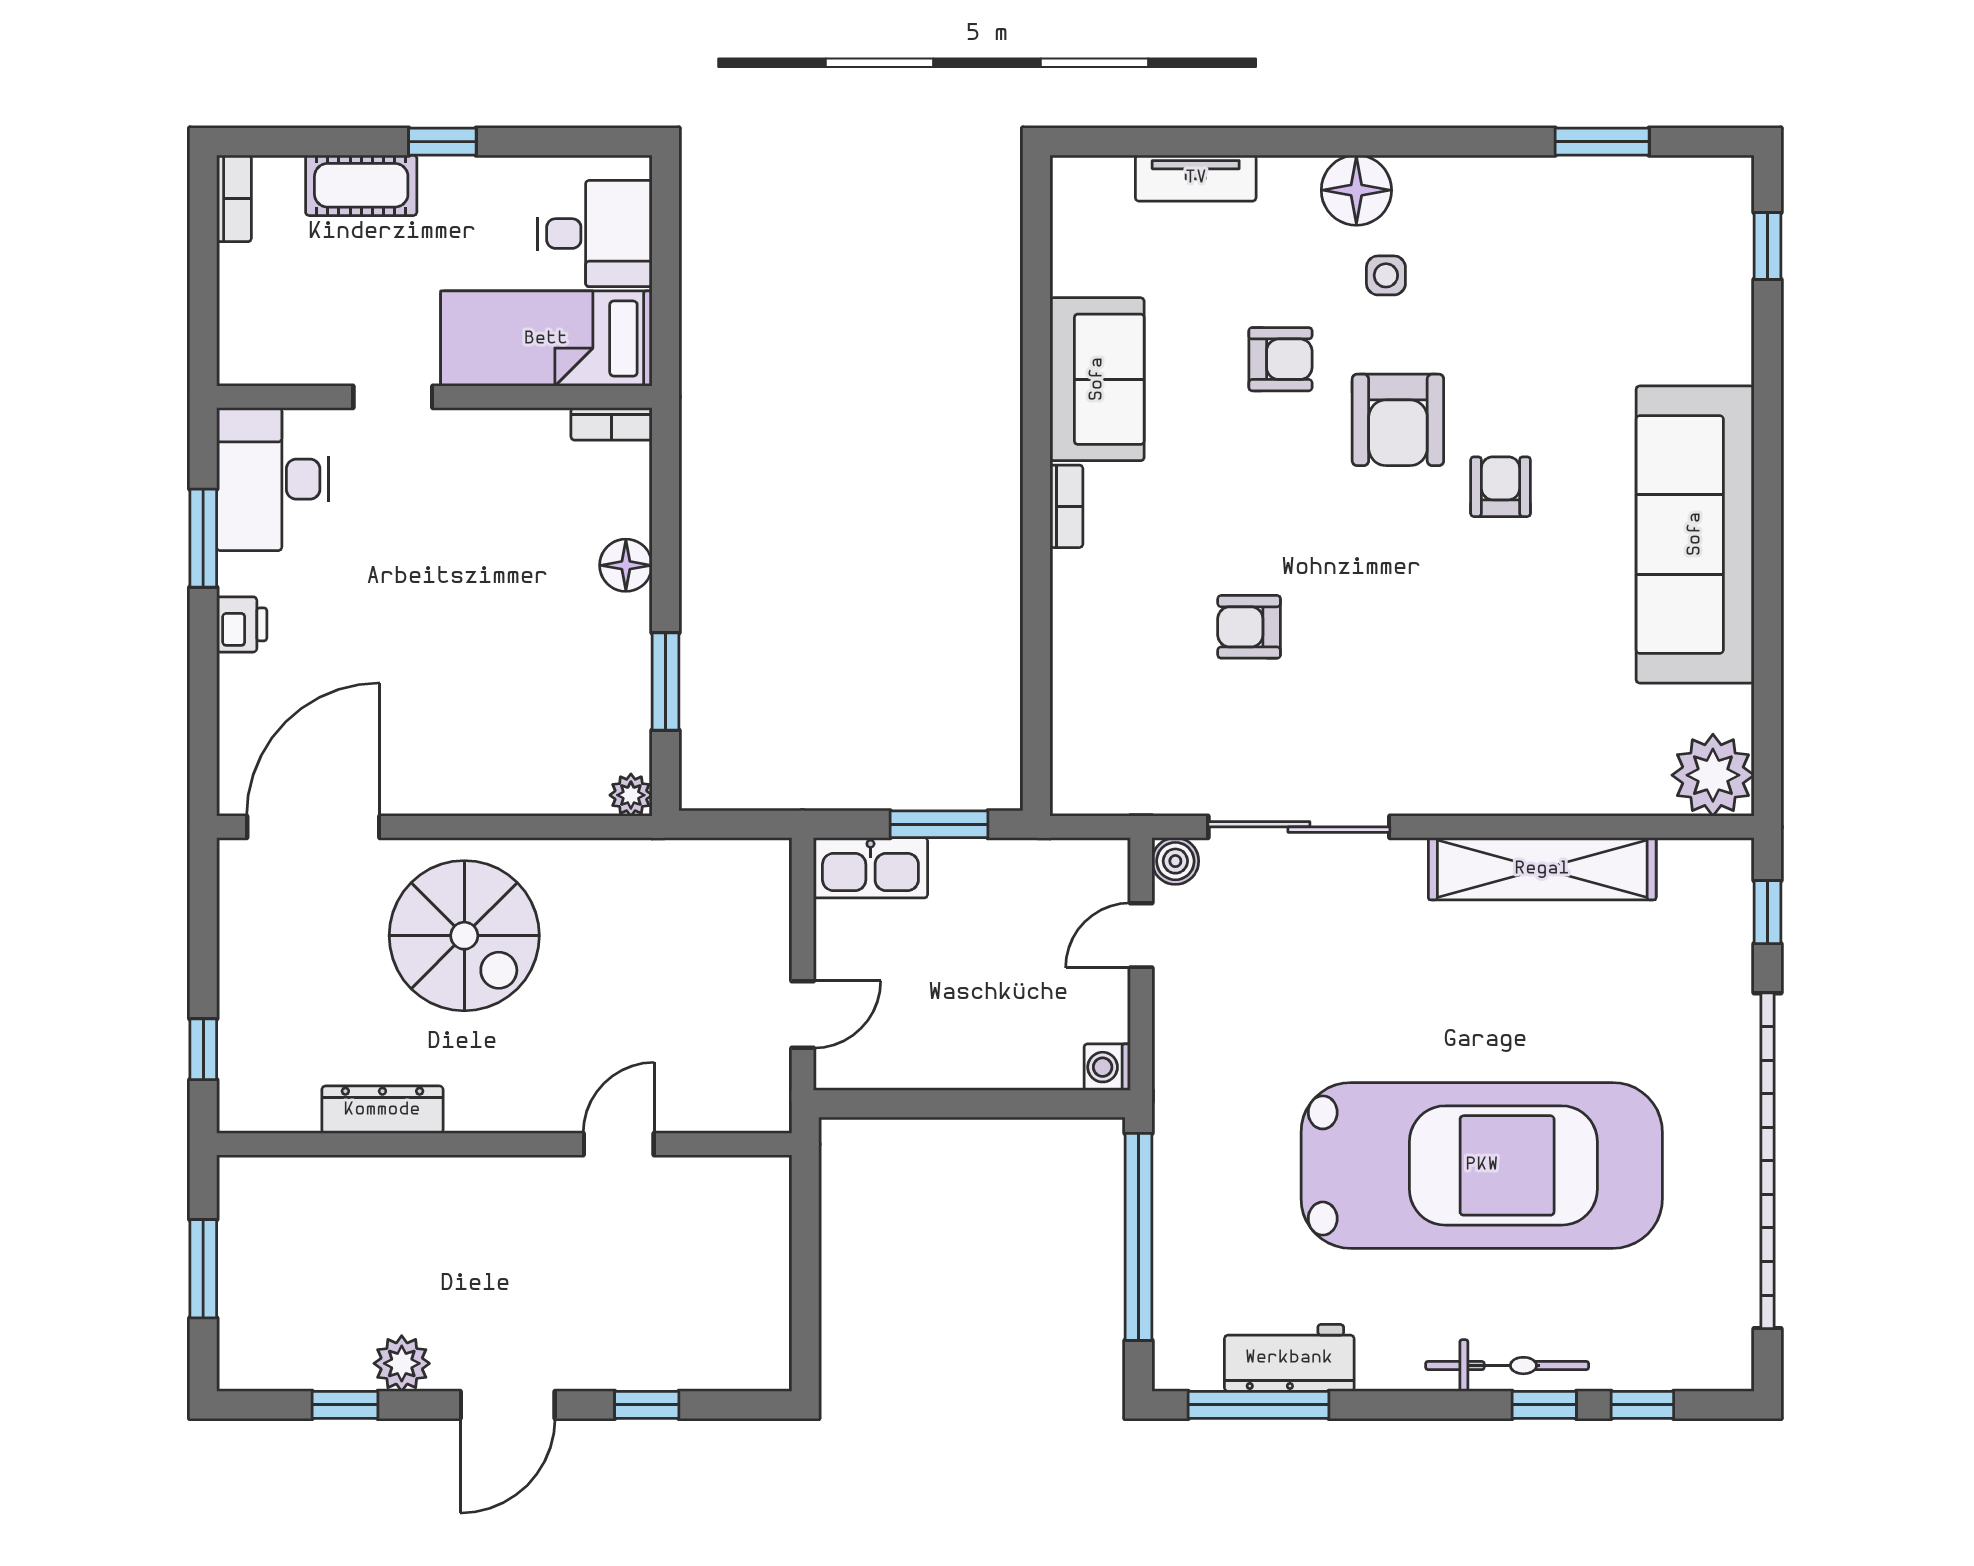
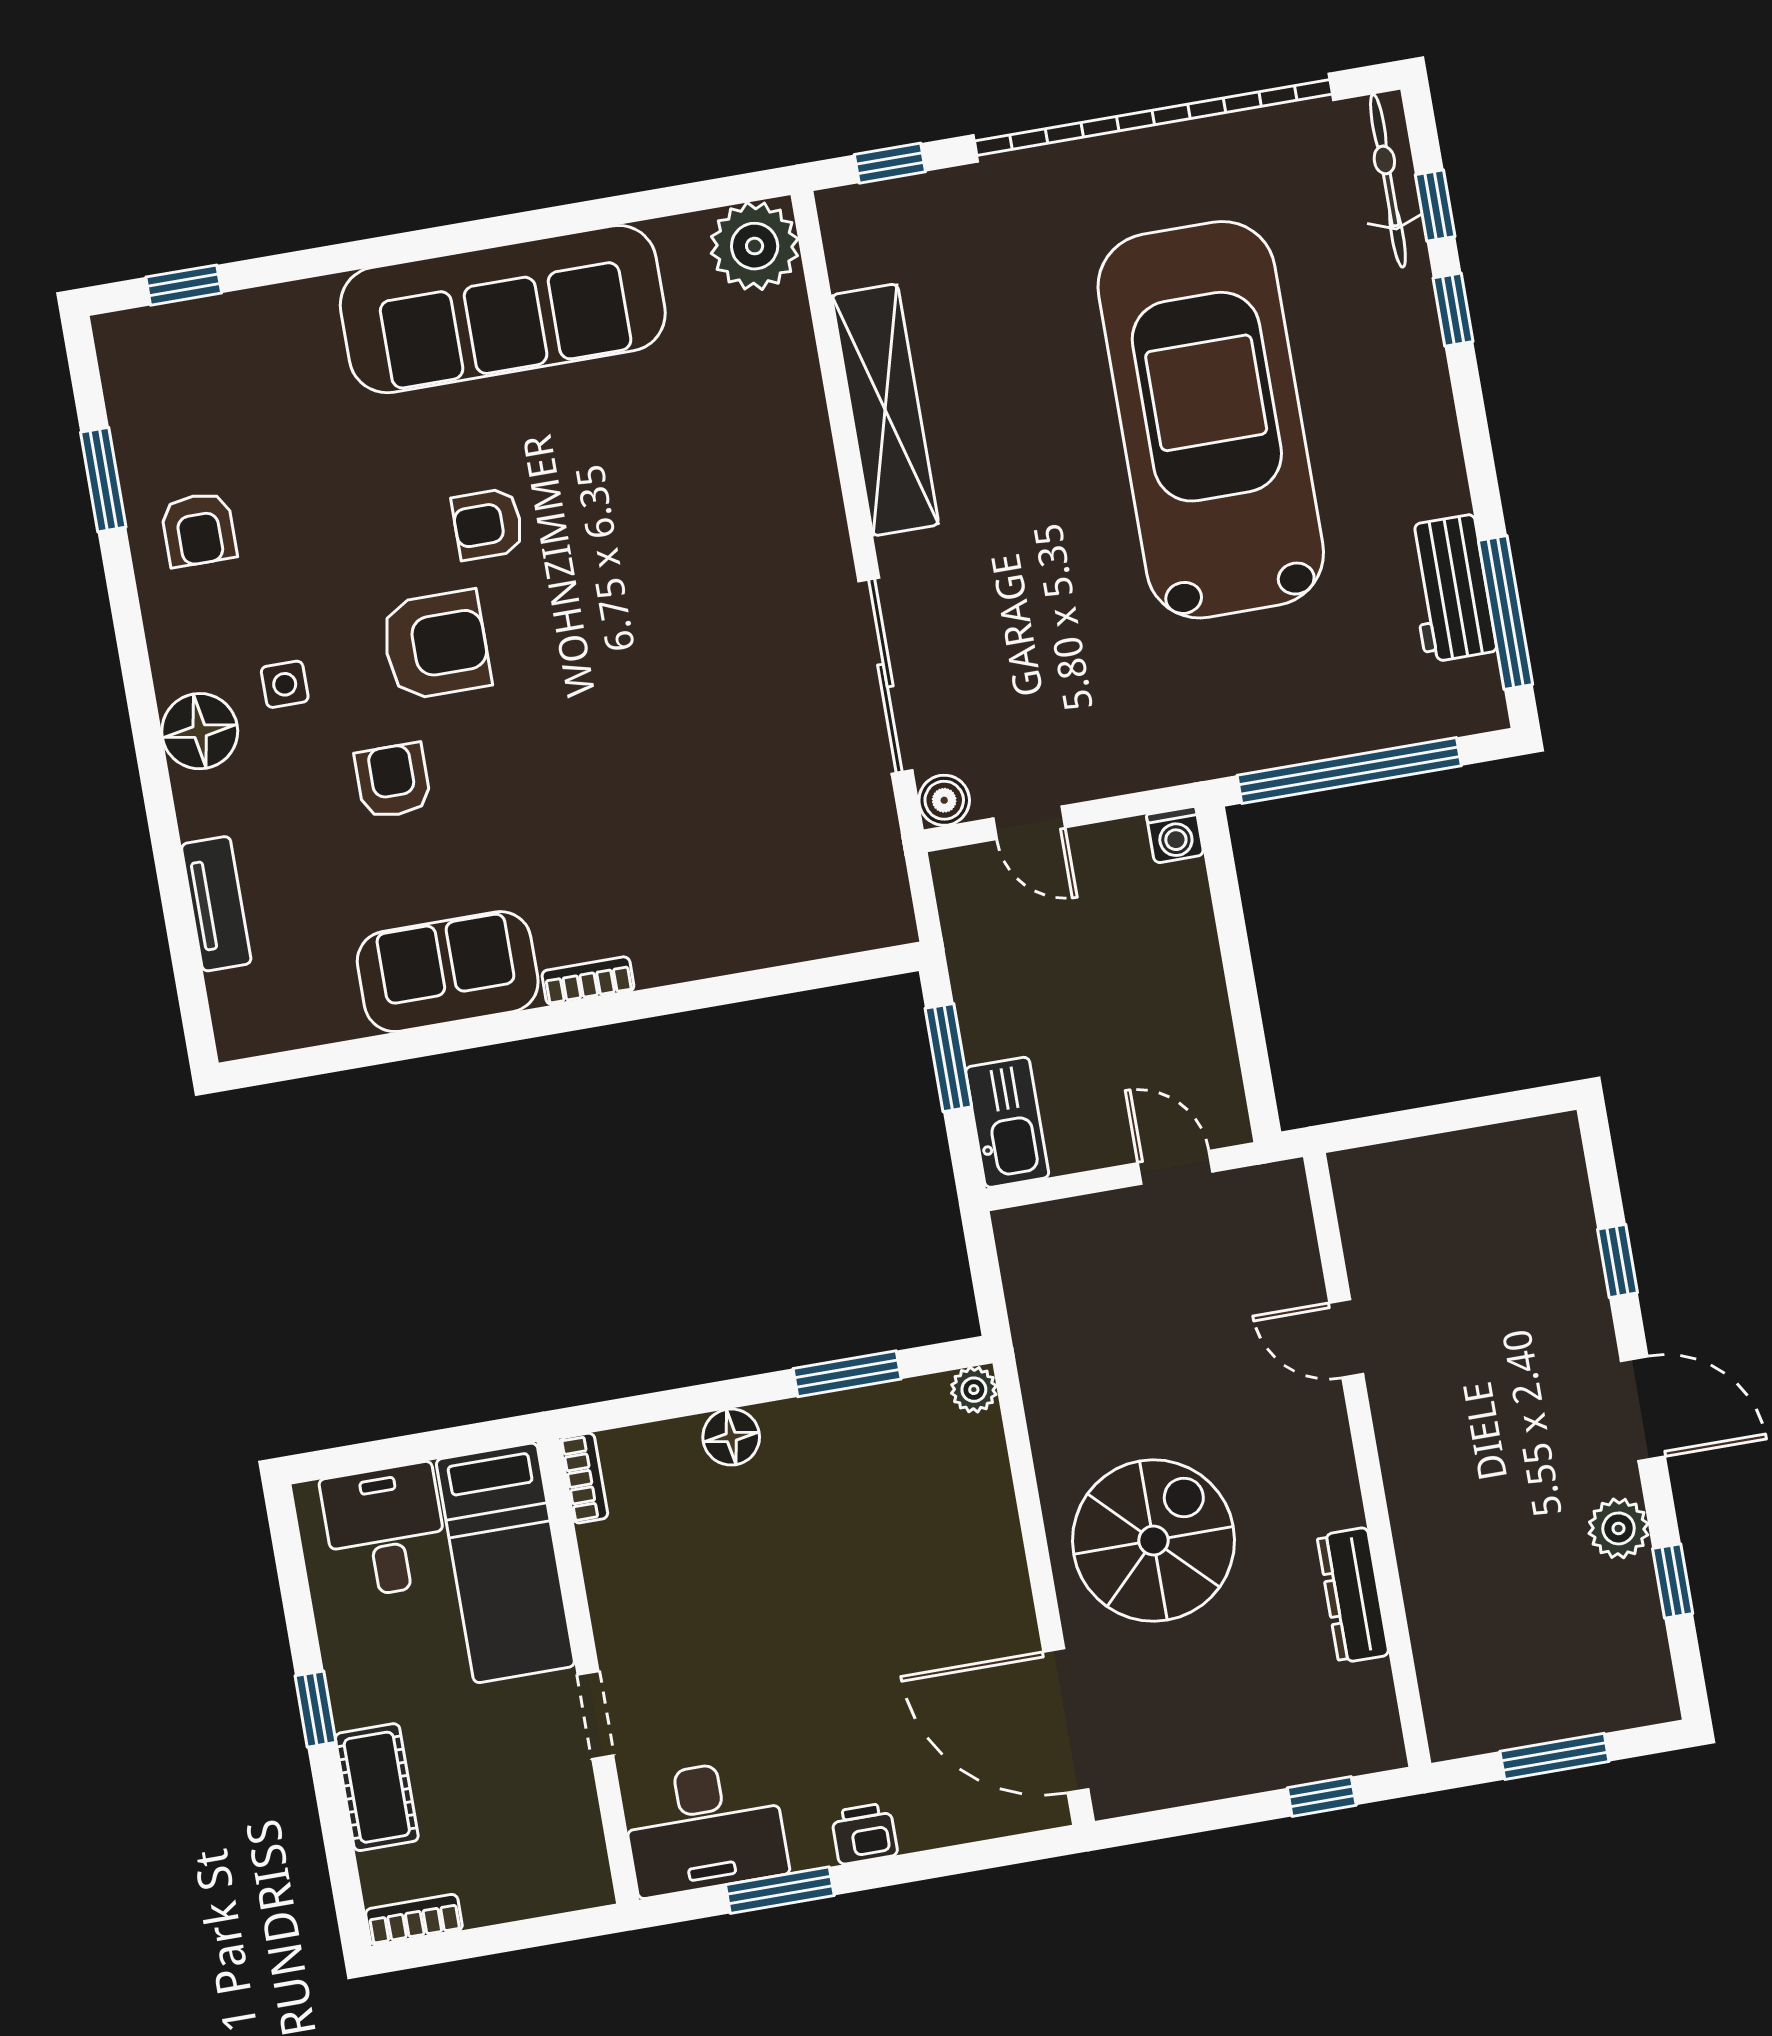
armchair: (1249, 627) -> (199, 529), moved
bicycle: (1507, 1366) -> (1388, 181), moved

